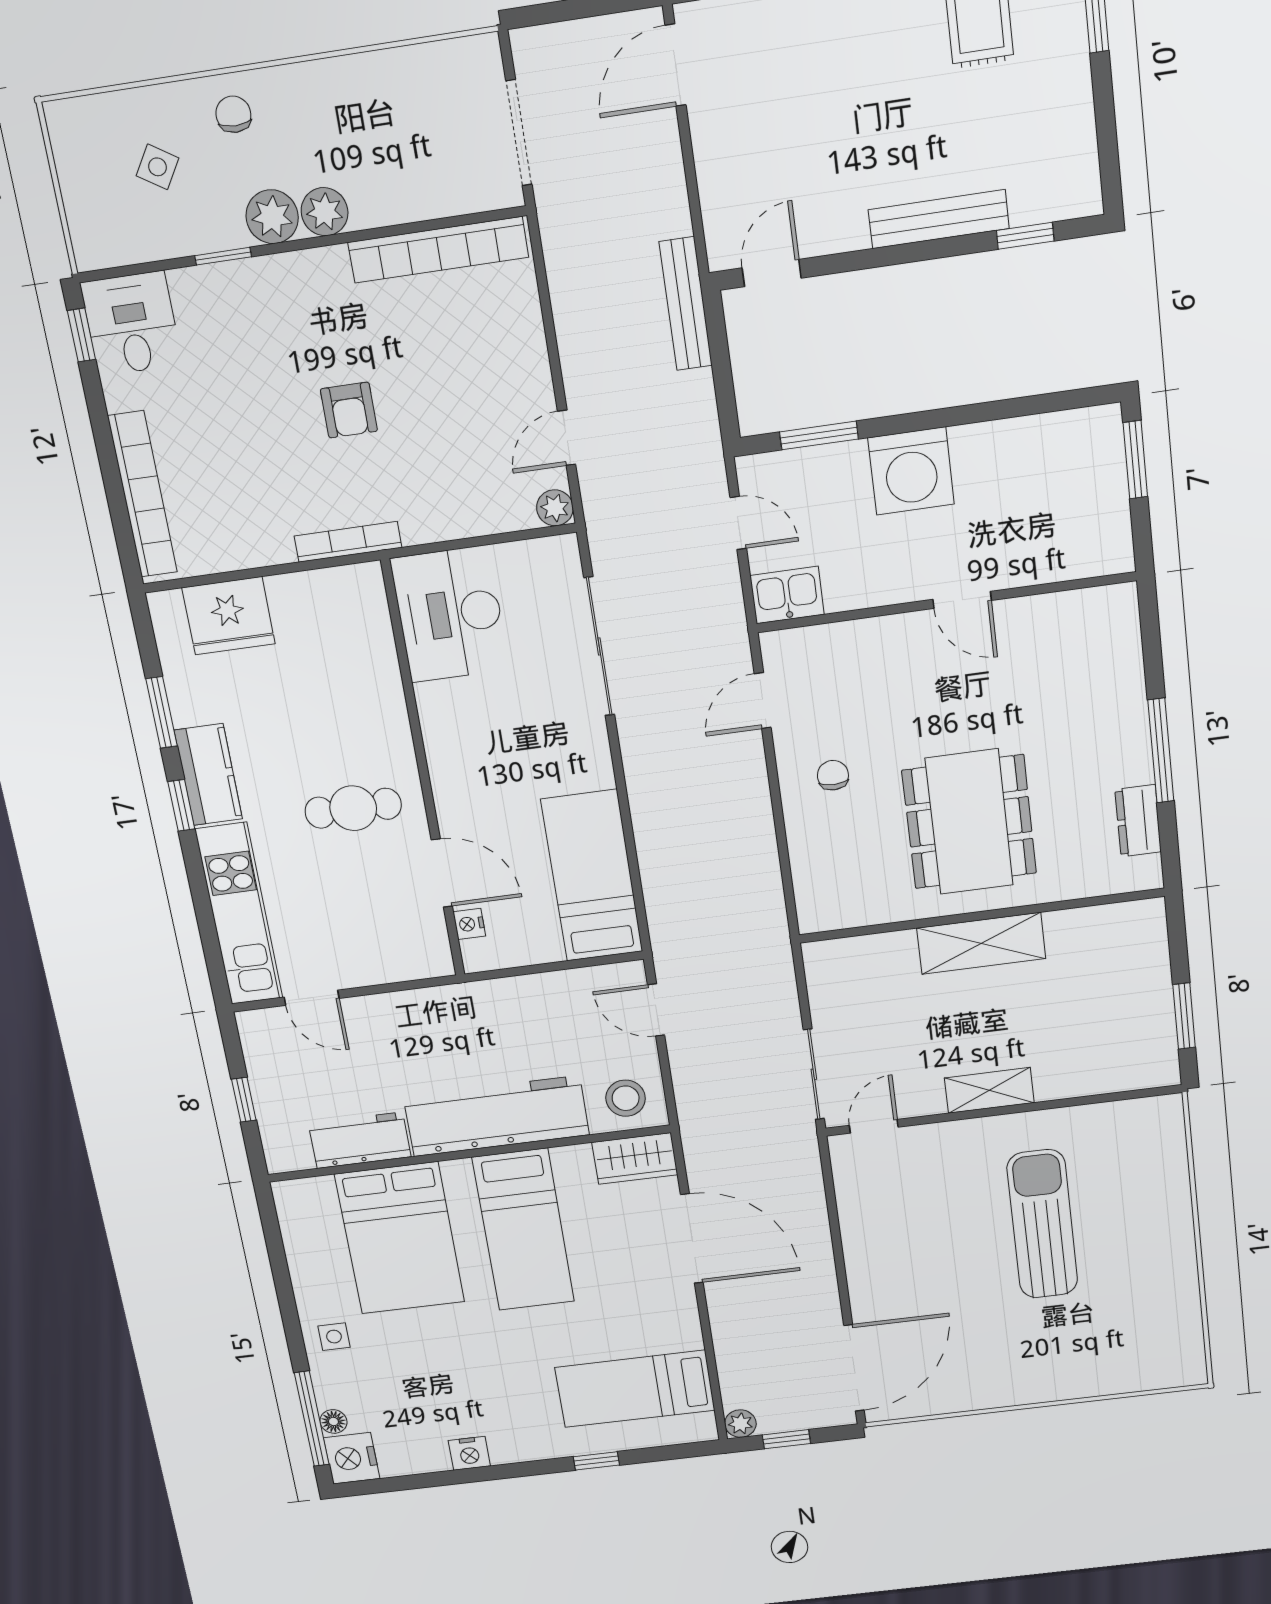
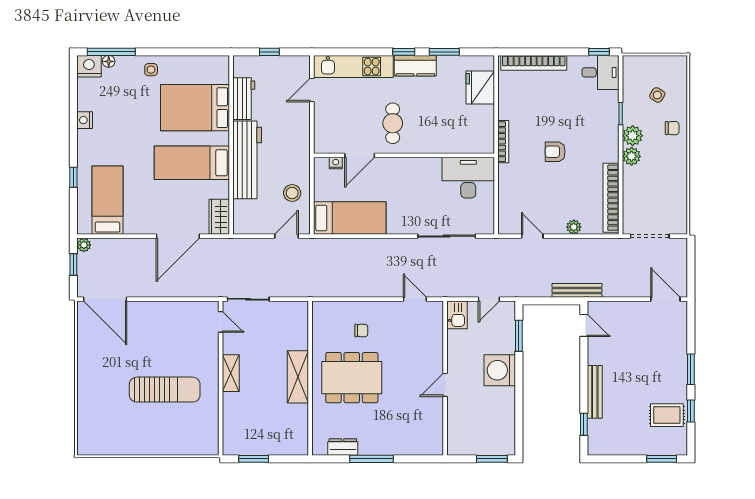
plant: (555, 508) -> (574, 227), moved
chair: (833, 775) -> (361, 331), moved
stool: (626, 1098) -> (292, 193), moved

